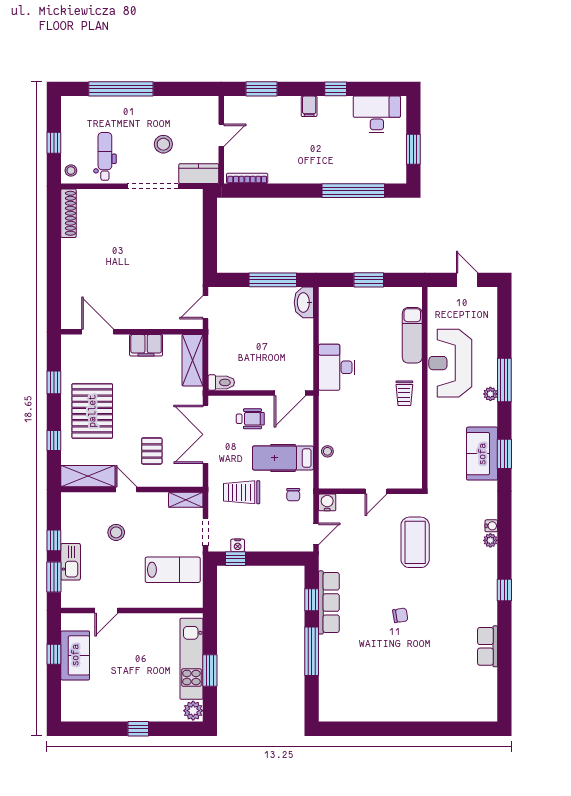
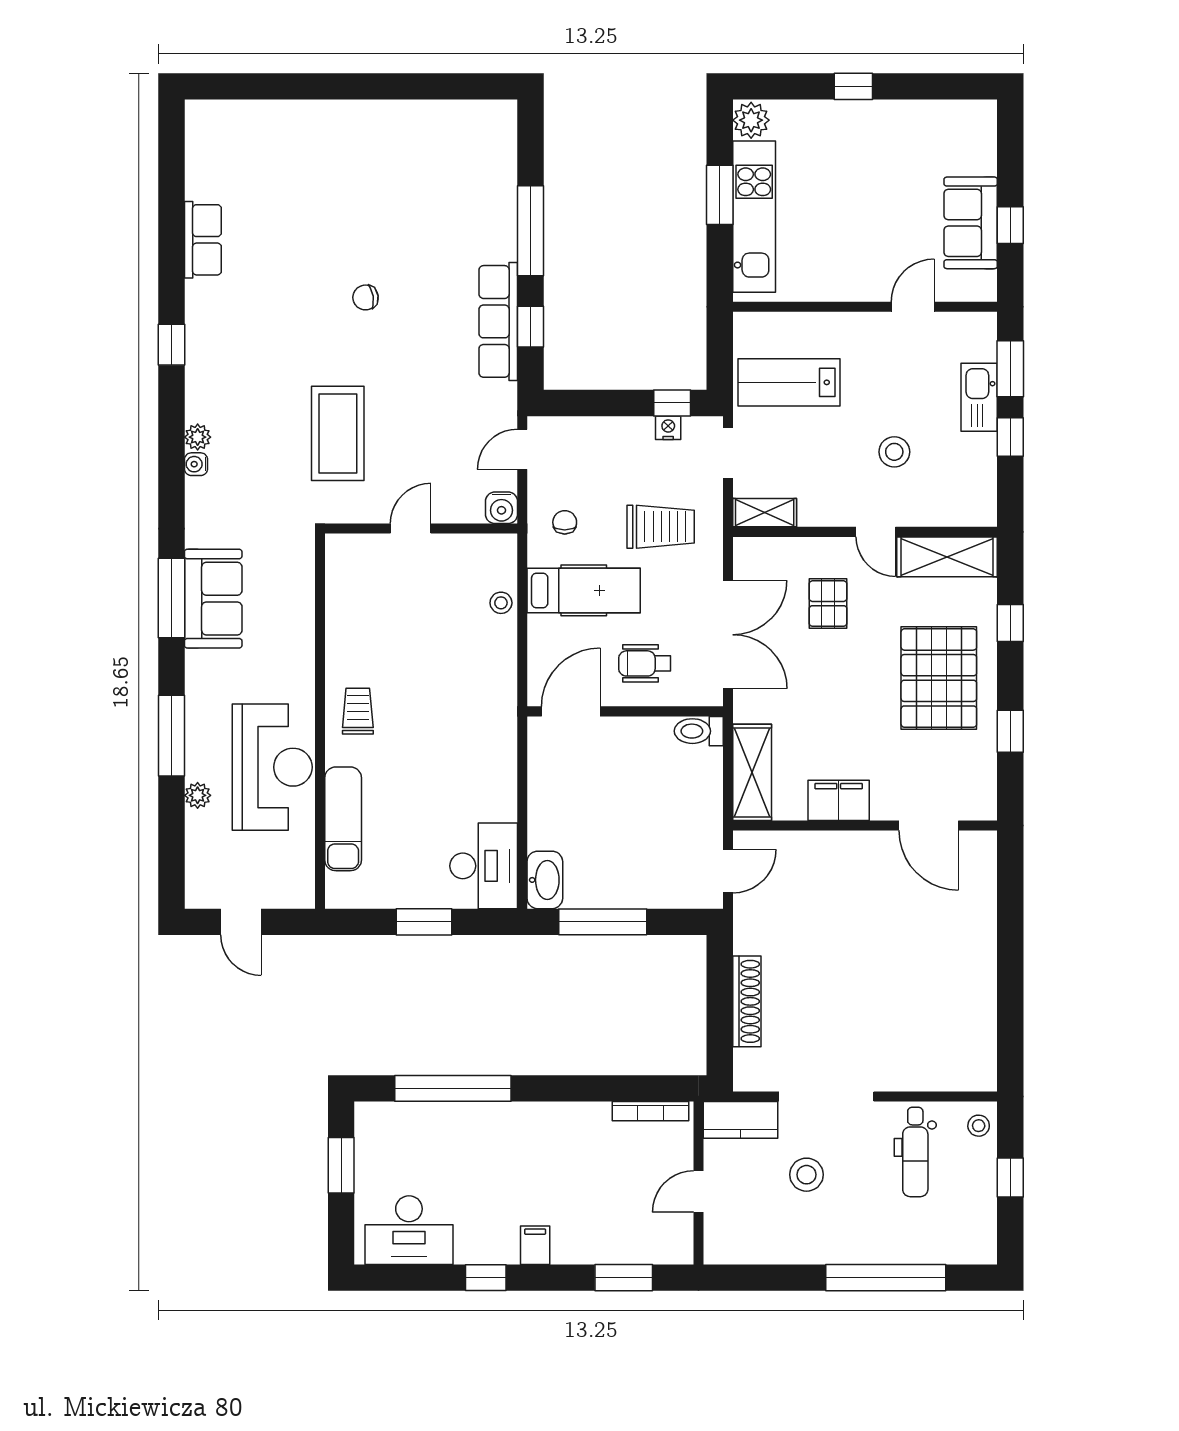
shoe rack: (68, 213) -> (747, 1001), moved, turned 180
desk: (337, 367) -> (484, 866), moved
plant: (490, 394) -> (198, 795), moved
window: (504, 454) -> (171, 598), width x1.44

